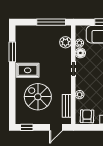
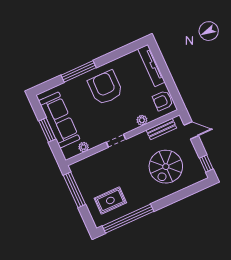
plant: (65, 42) -> (90, 163), removed
window: (12, 52) -> (128, 219), width x2.11
floor lamp: (80, 53) -> (94, 141), removed
rug: (28, 70) -> (110, 200), moved, turned 90

